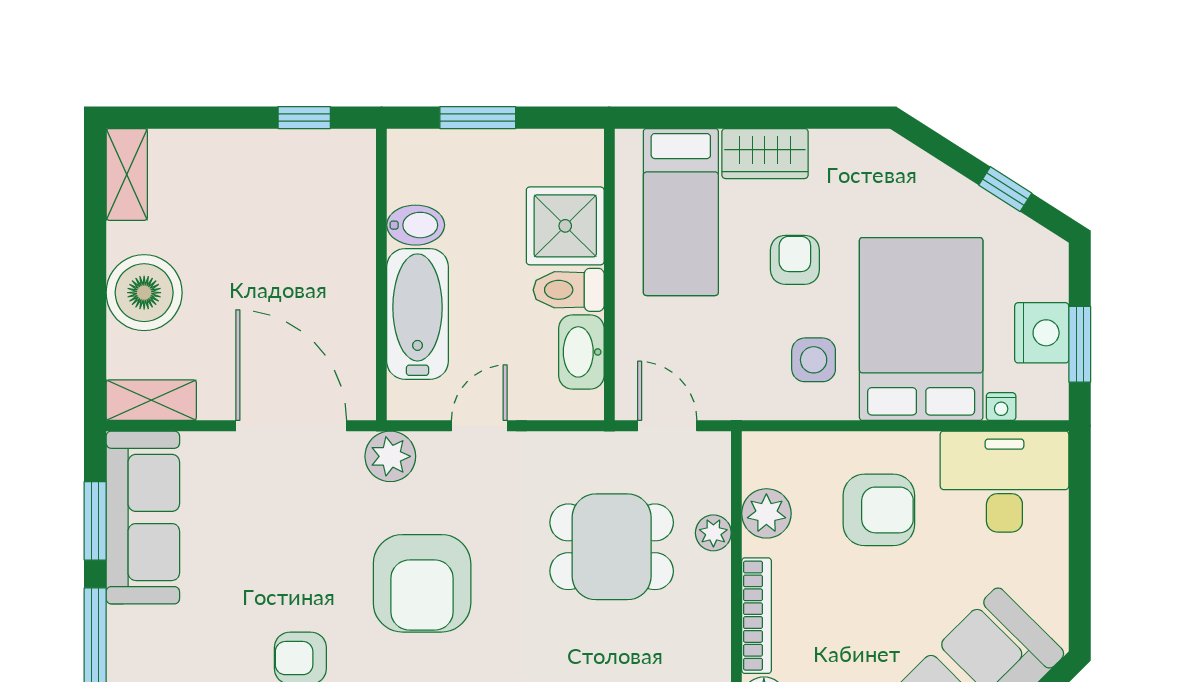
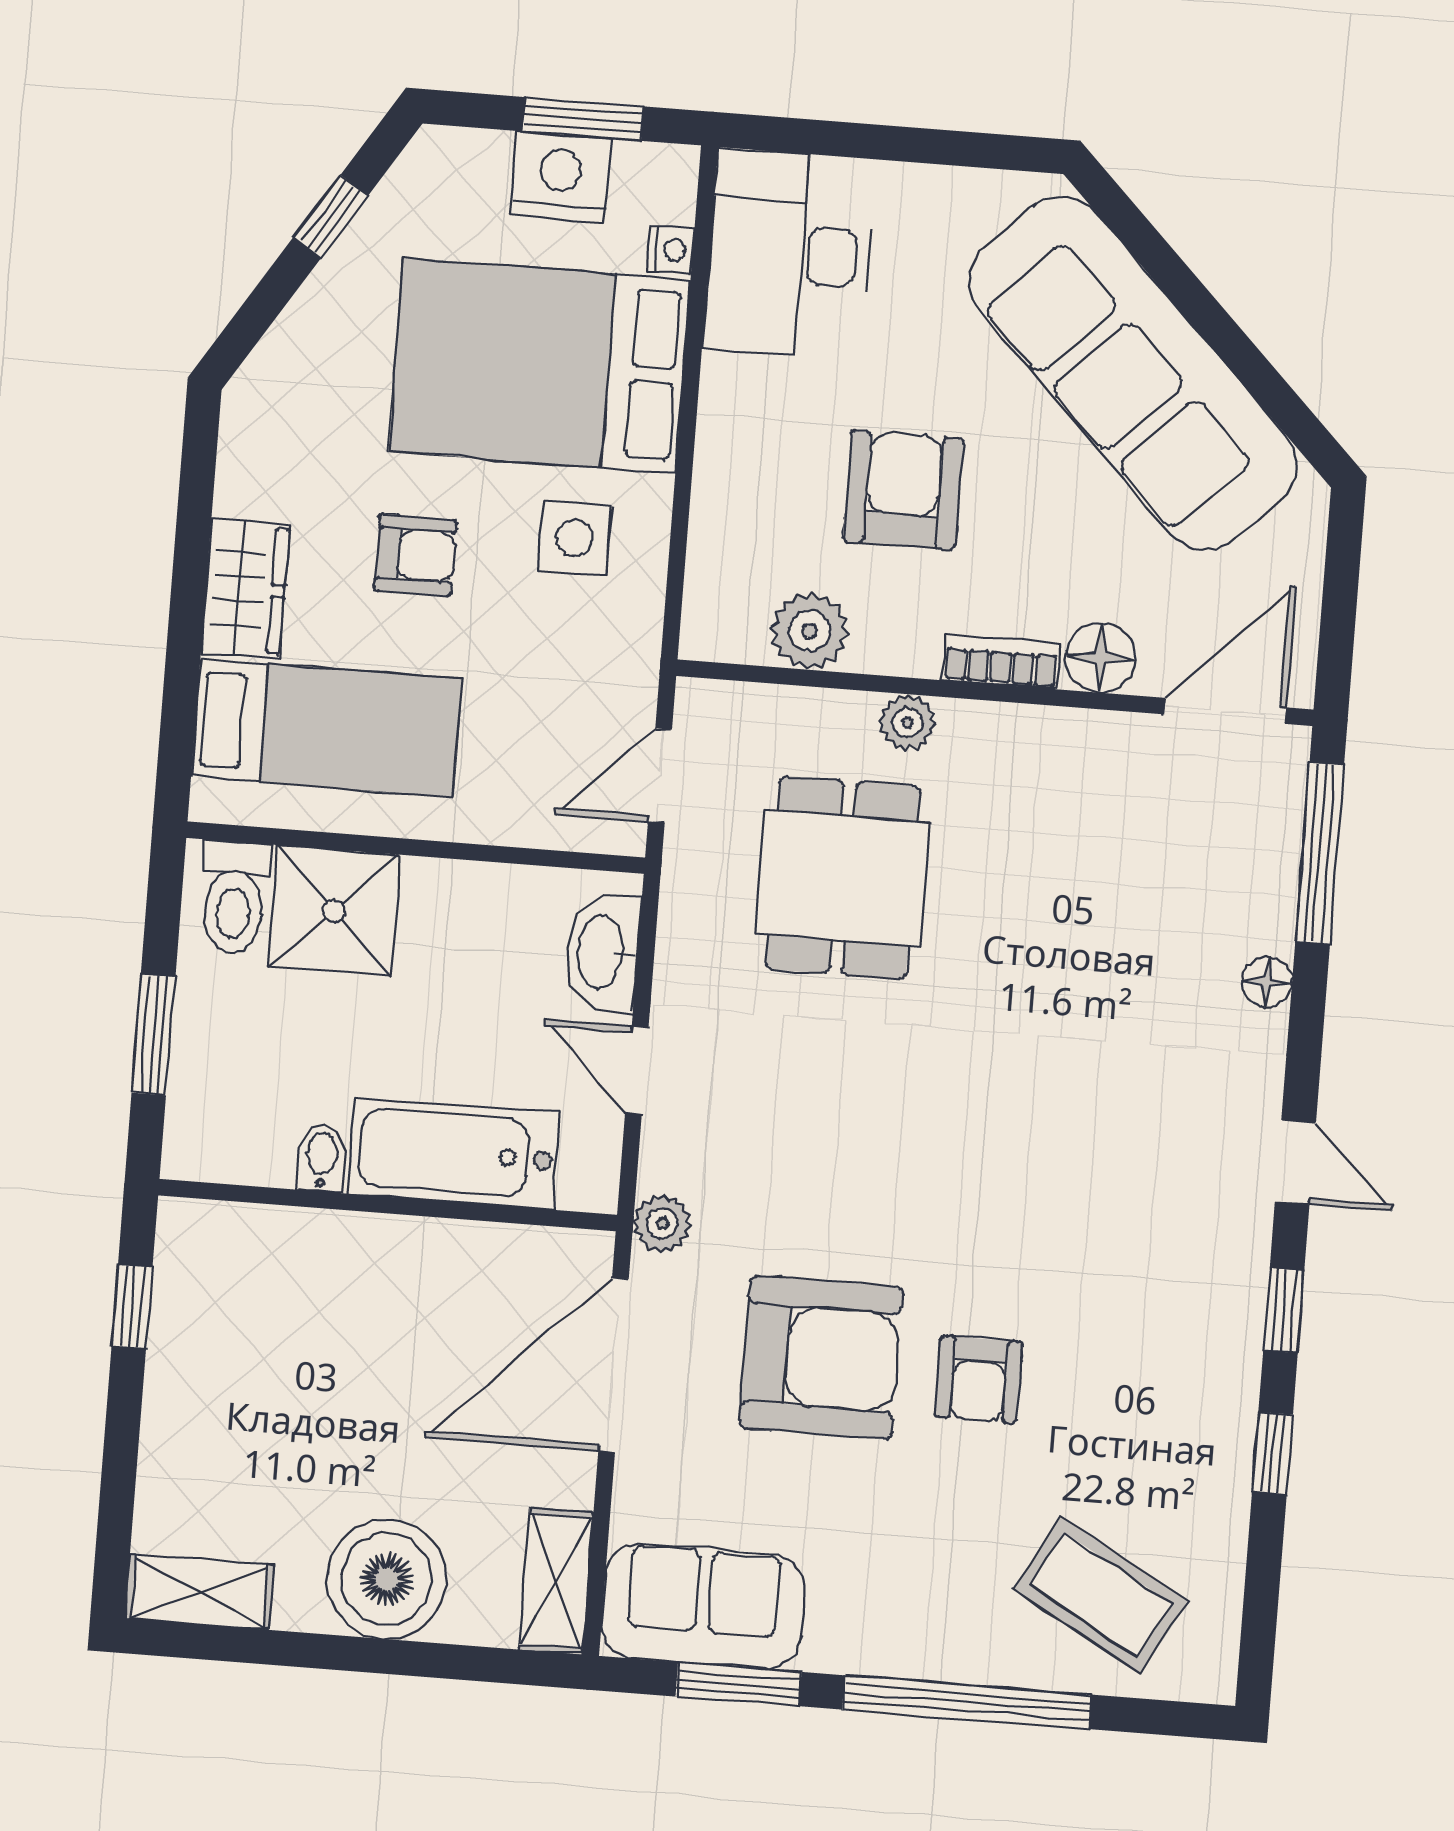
bidet: (416, 225) -> (322, 1158), width x0.72, depth x0.74
armchair: (795, 260) -> (416, 555), turned 180
toilet: (569, 290) -> (234, 898), moved
washbasin: (581, 352) -> (602, 952), moved, turned 90
plant: (390, 456) -> (662, 1223), width x0.73, depth x0.73
armchair: (879, 510) -> (903, 490), moved
sofa: (143, 517) -> (703, 1606), width x0.73
plant: (713, 533) -> (907, 722), moved
armchair: (422, 583) -> (821, 1358), moved
bookcase: (757, 616) -> (1001, 662), width x0.64

